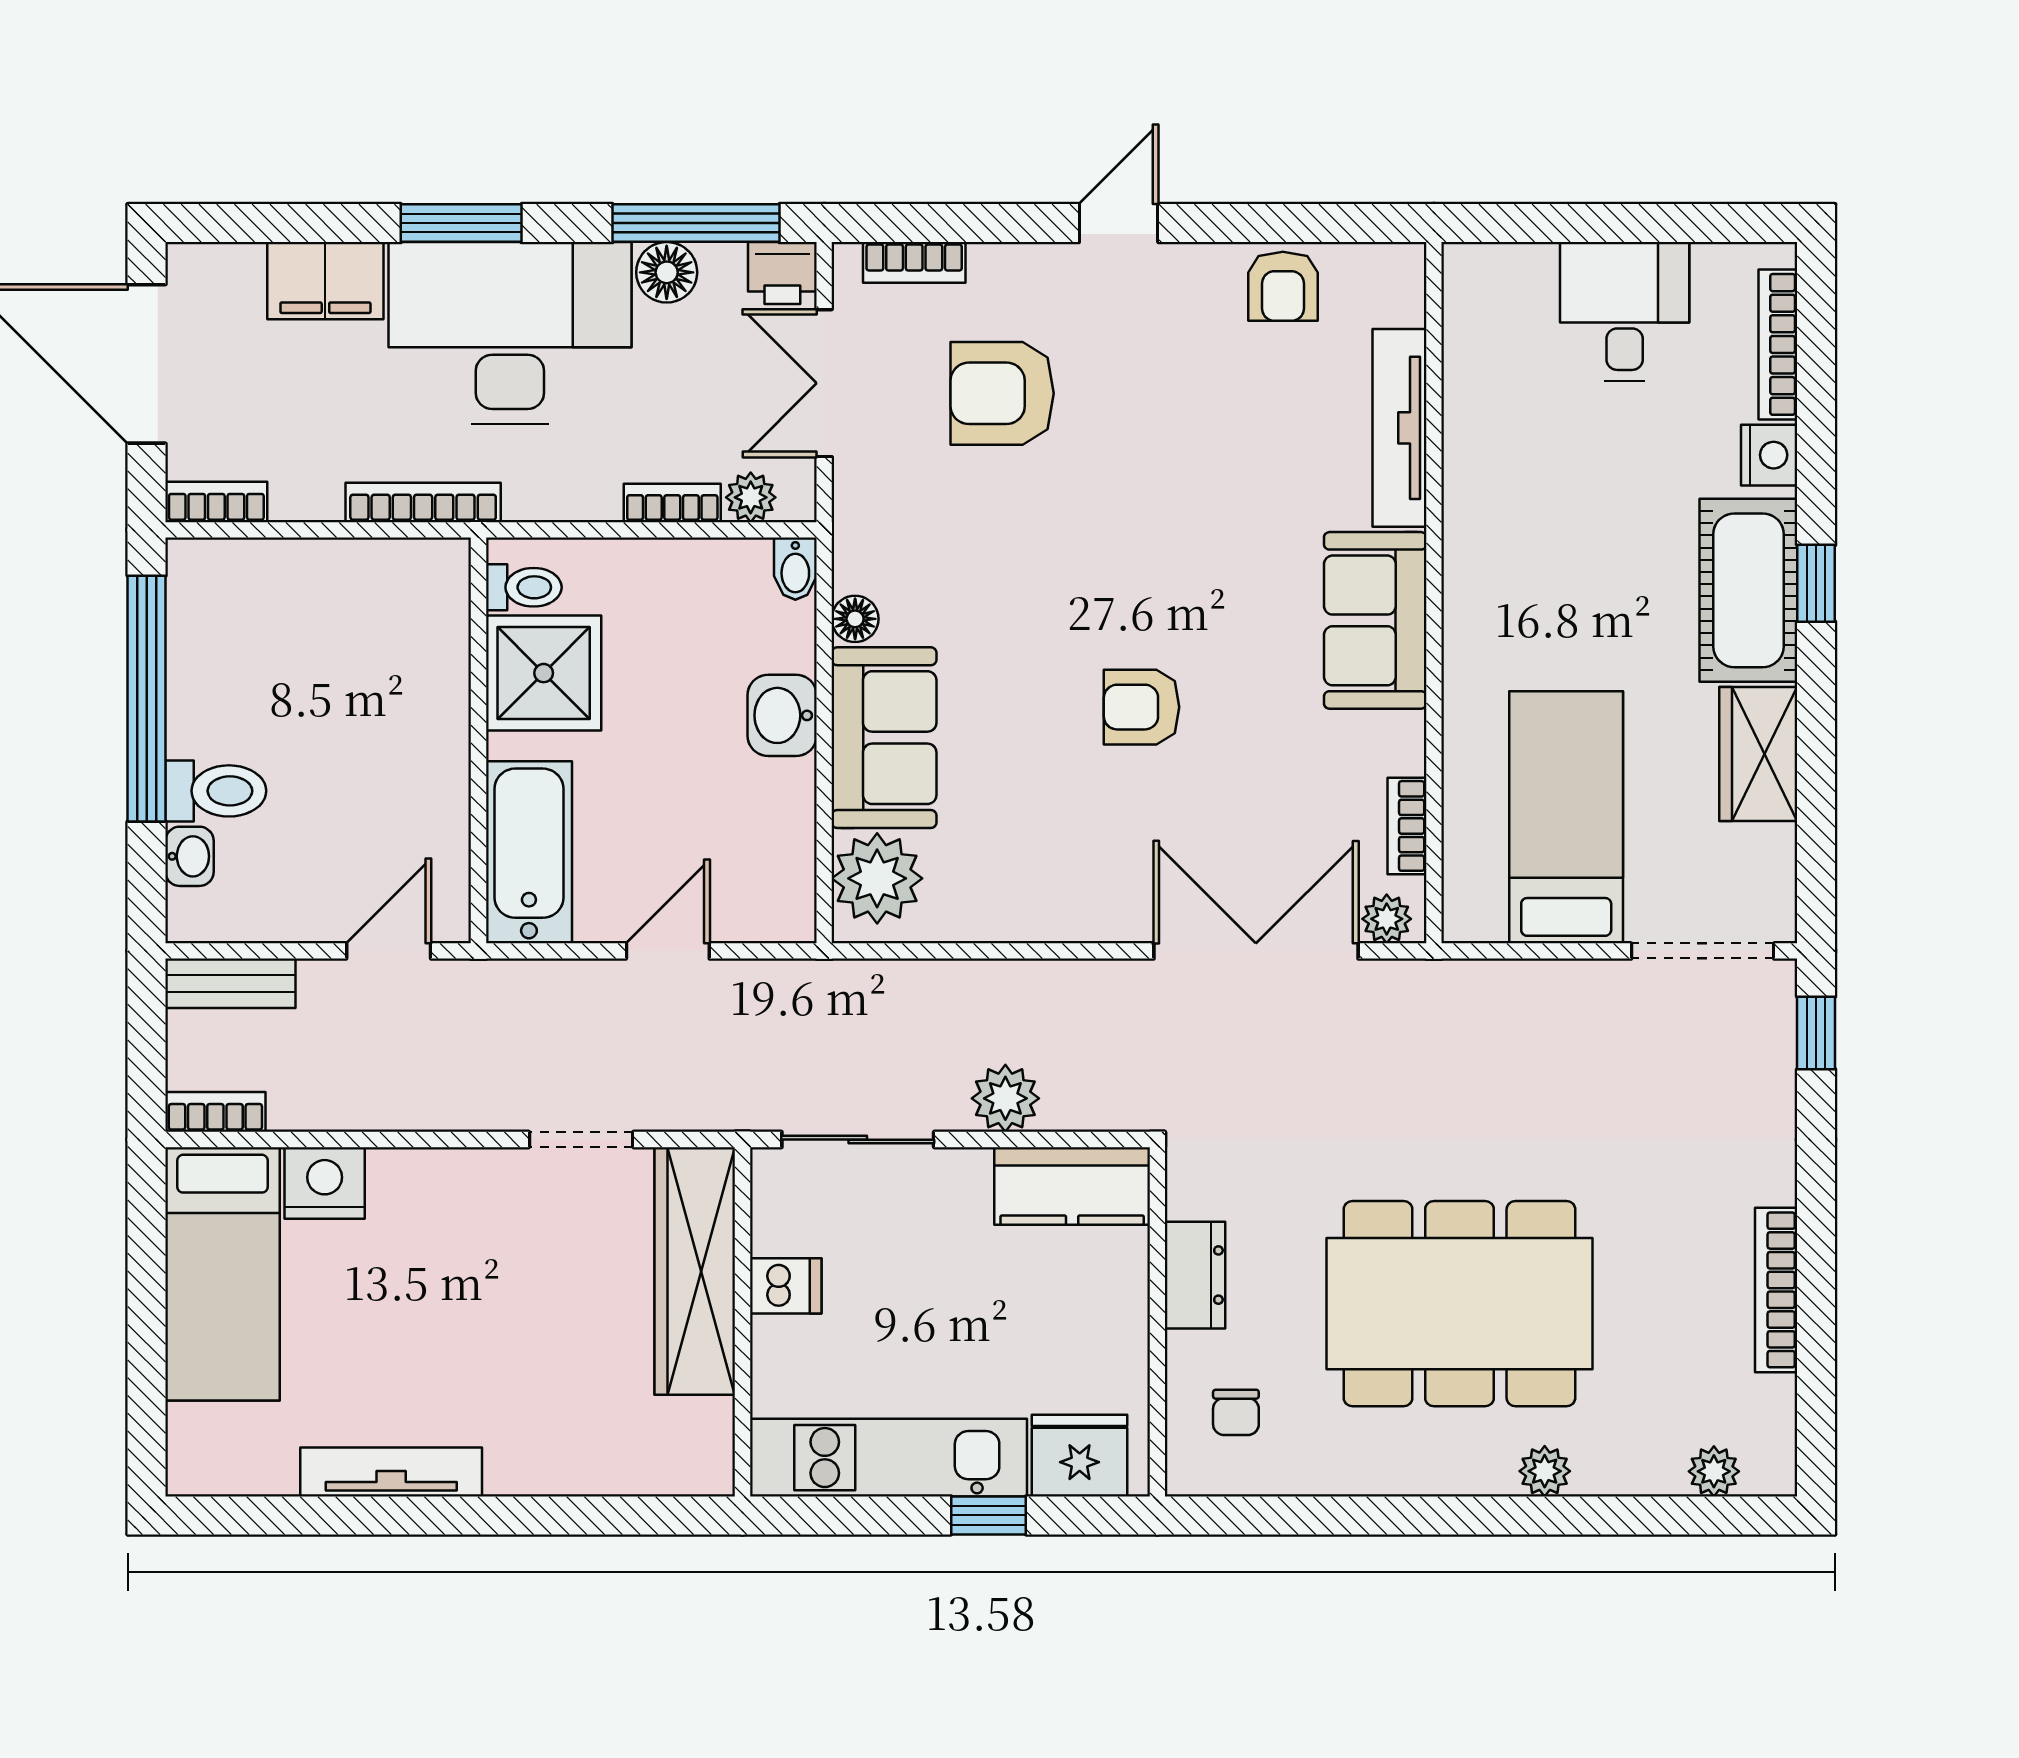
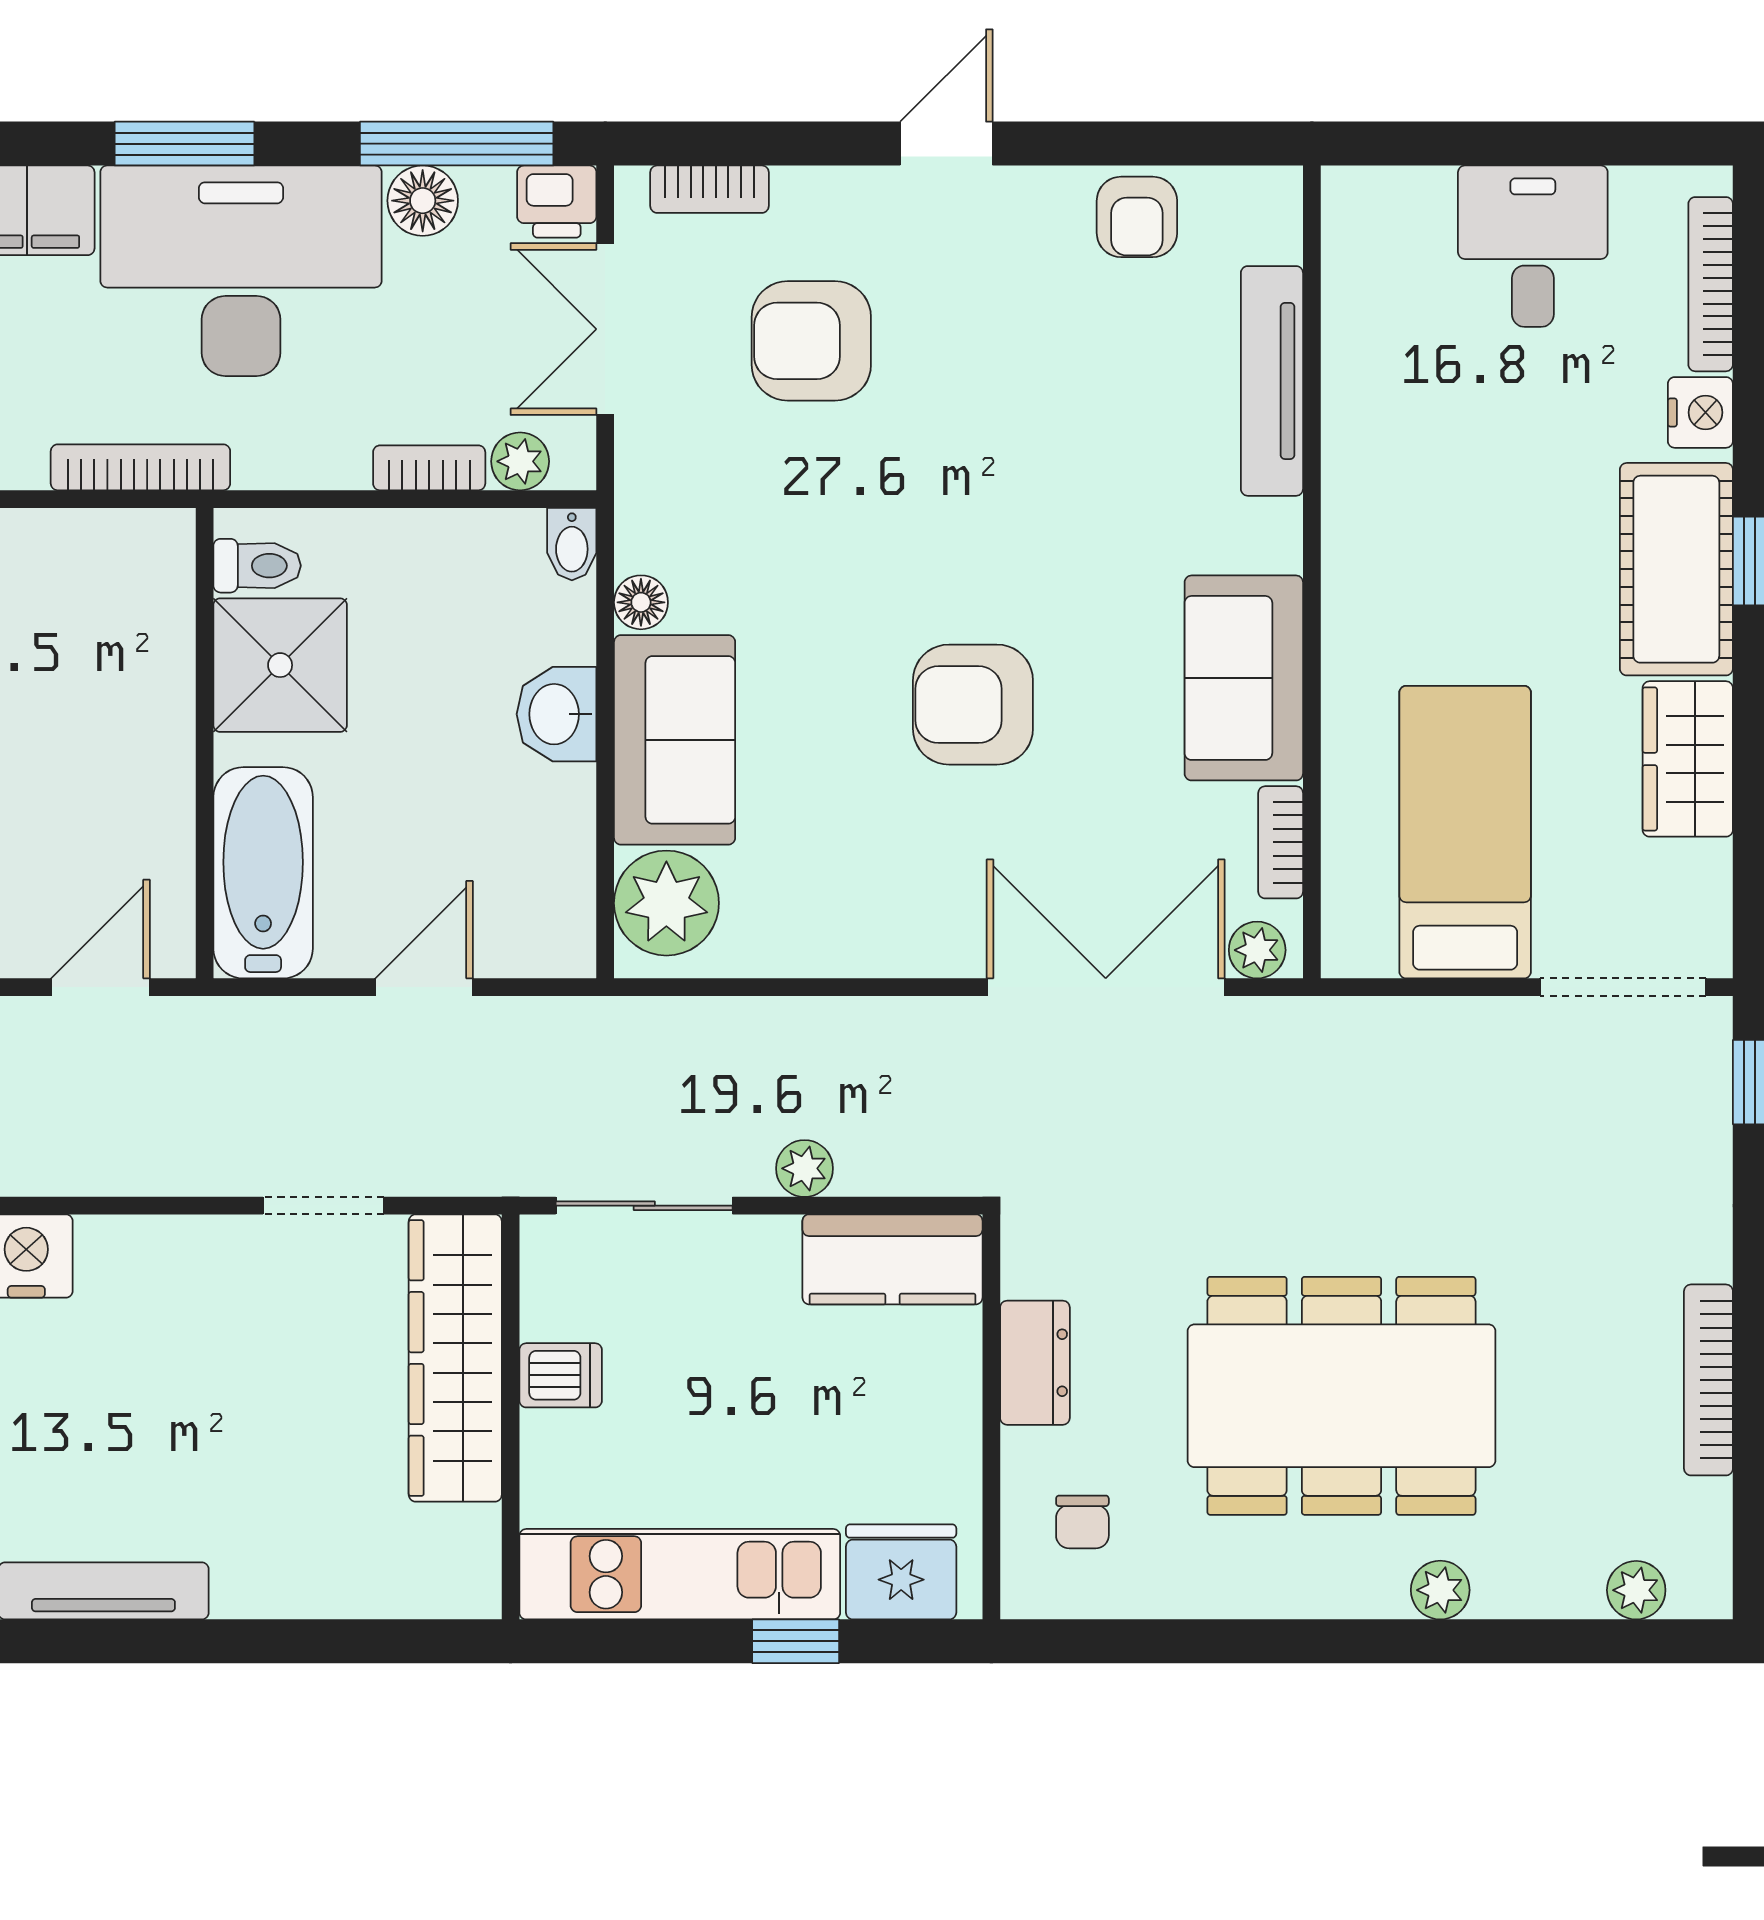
sofa: (1375, 620) -> (1244, 678), moved
armchair: (1141, 707) -> (973, 705), width x1.38, depth x1.38
plant: (1005, 1098) -> (805, 1168), width x0.73, depth x0.73

